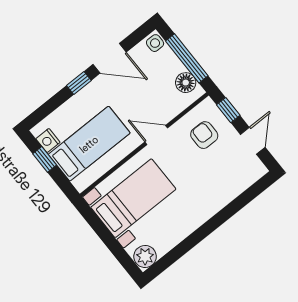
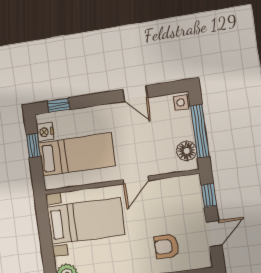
door: (110, 58) -> (135, 93), width x0.73
window: (79, 83) -> (59, 105), moved
door: (156, 135) -> (136, 180), swing flipped
armchair: (204, 135) -> (167, 246), moved, turned -90

